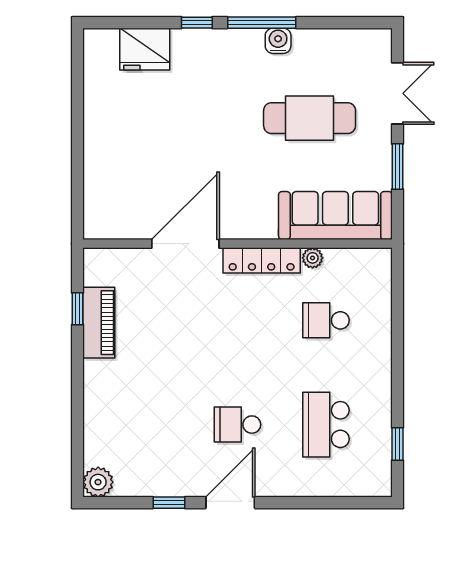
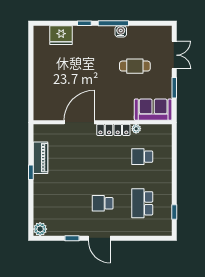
cafe table: (310, 118) -> (135, 66), width x0.73, depth x0.74
sofa: (335, 215) -> (153, 110), width x0.73
window: (78, 309) -> (31, 172), moved
door: (230, 503) -> (99, 238), swing flipped

